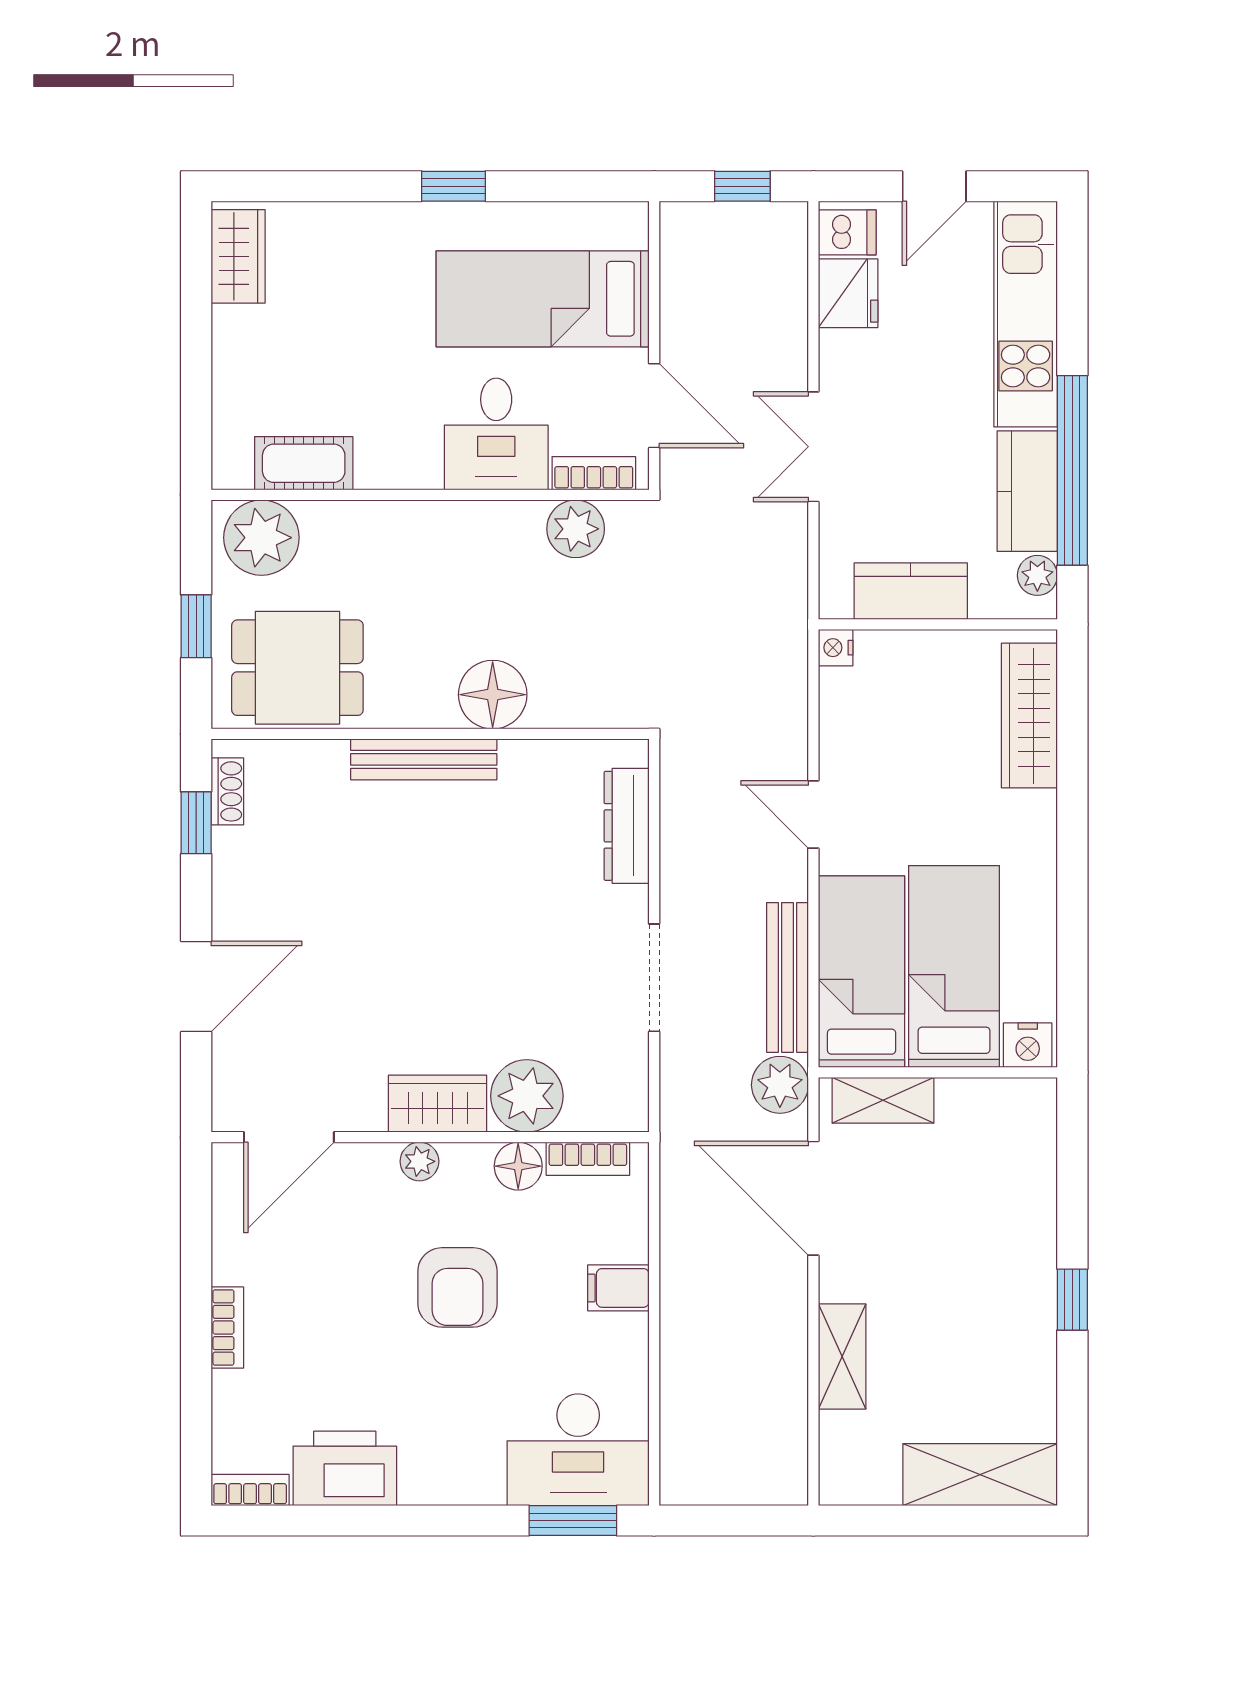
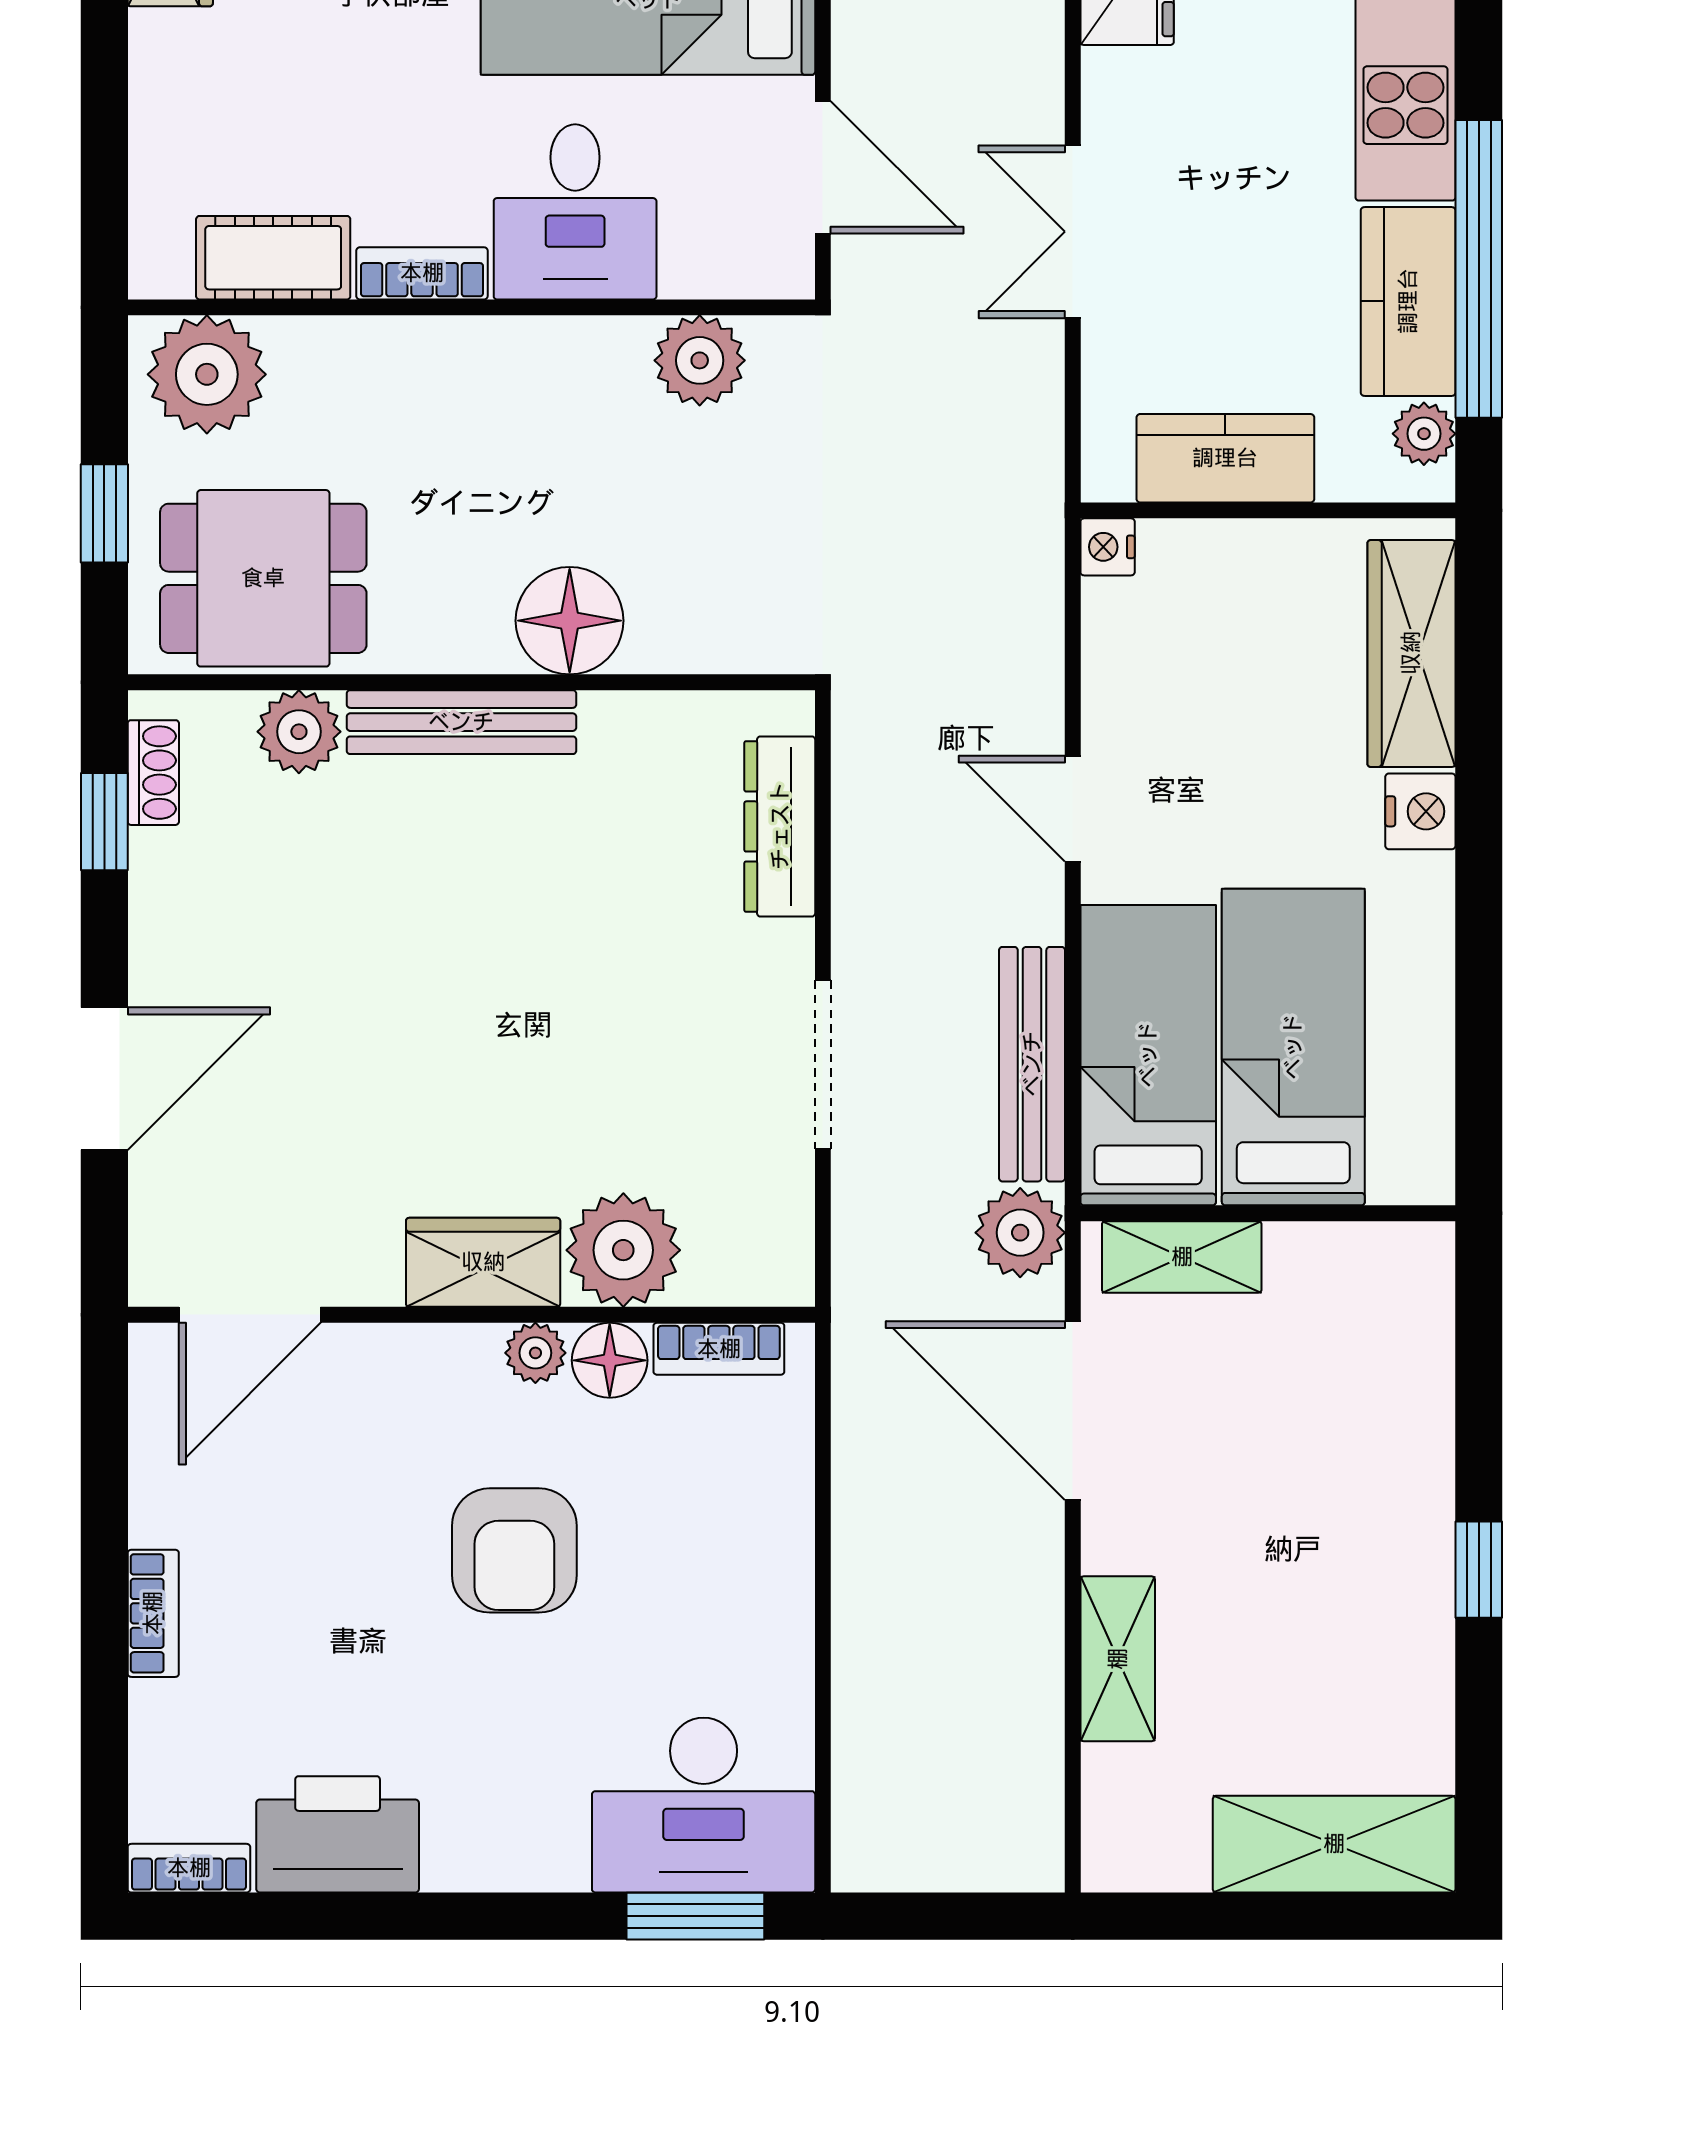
bookcase: (594, 473) -> (422, 273), moved
plant: (320, 765) -> (299, 732), added
nightstand: (1028, 1045) -> (1420, 811), moved, turned -90
plant: (419, 1161) -> (535, 1353), moved
filing cabinet: (618, 1288) -> (767, 1551), removed

